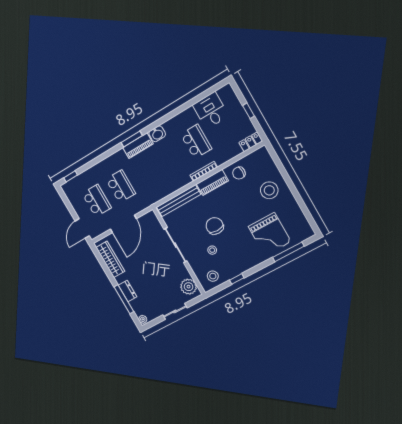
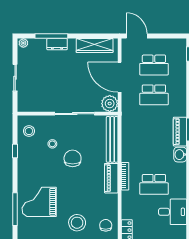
chair: (239, 173) -> (106, 225), moved
chair: (215, 226) -> (73, 158), turned -90
plant: (189, 287) -> (110, 104), moved

